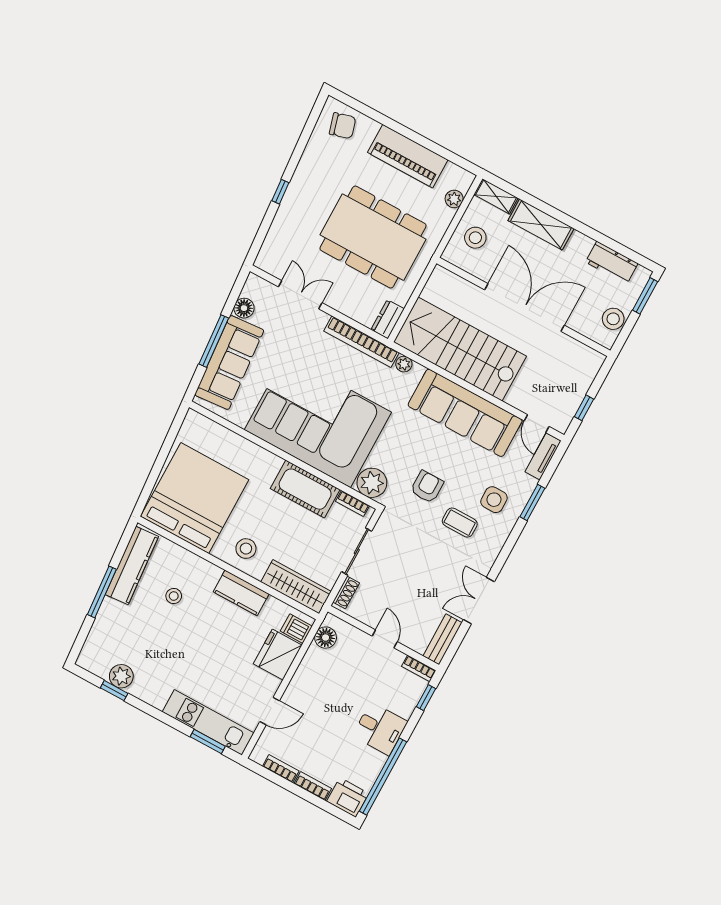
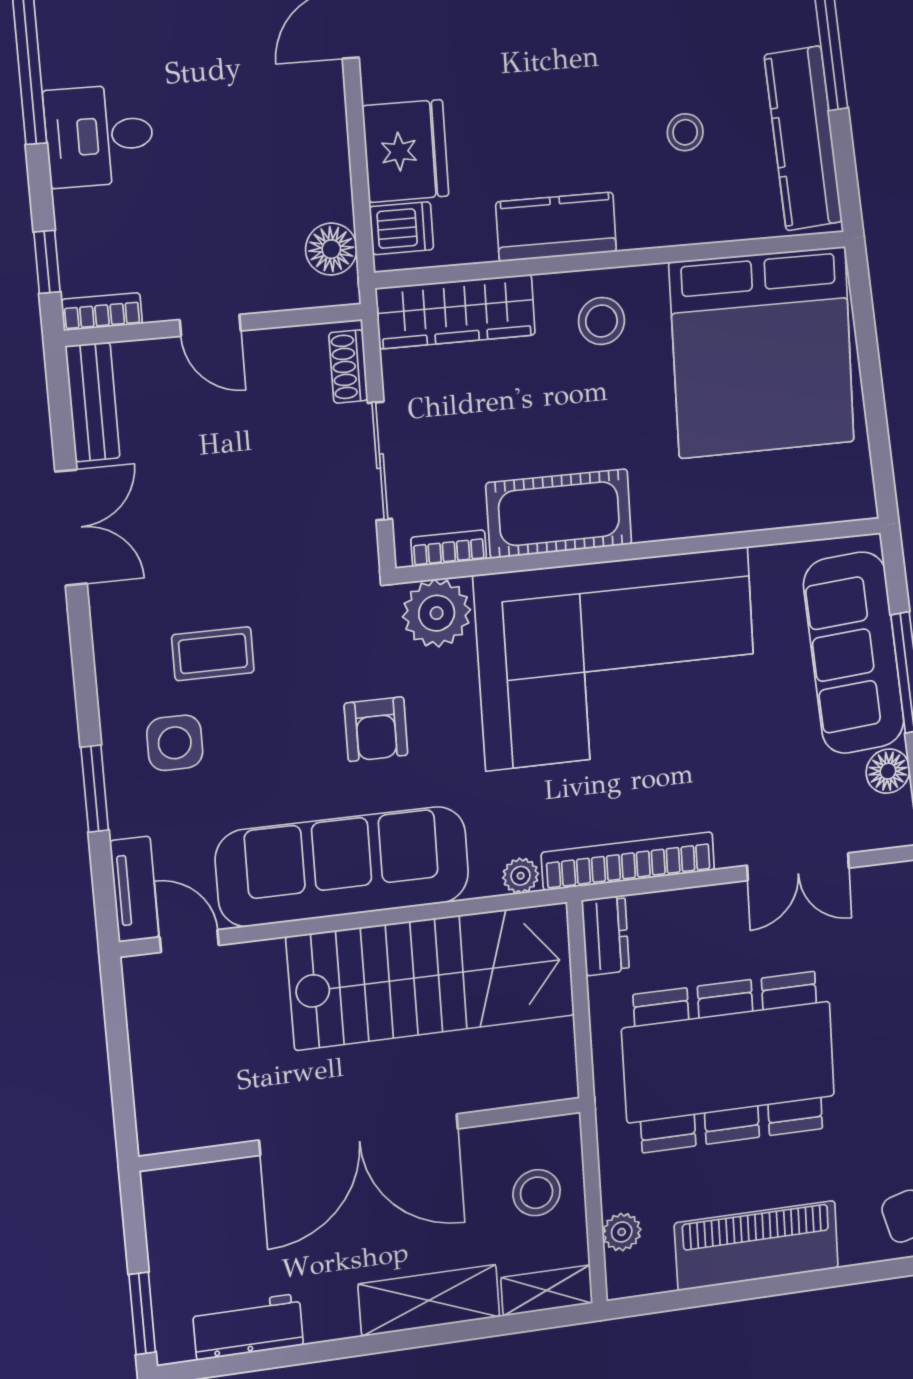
stool: (613, 319) -> (174, 1231), removed
window: (584, 408) -> (117, 1033), removed
armchair: (427, 487) -> (376, 729), moved

